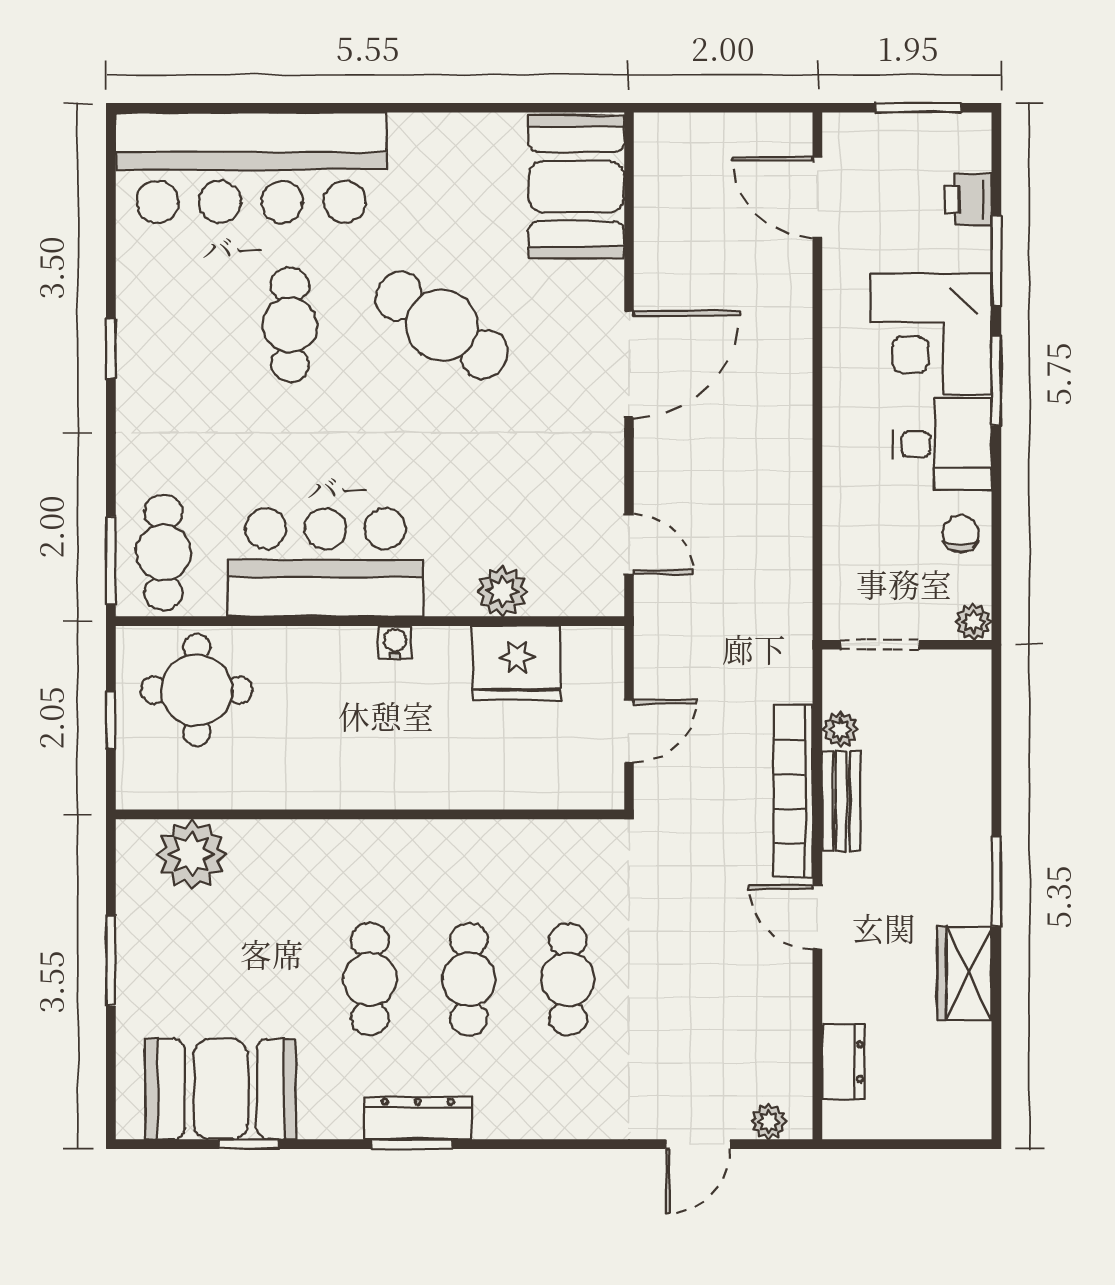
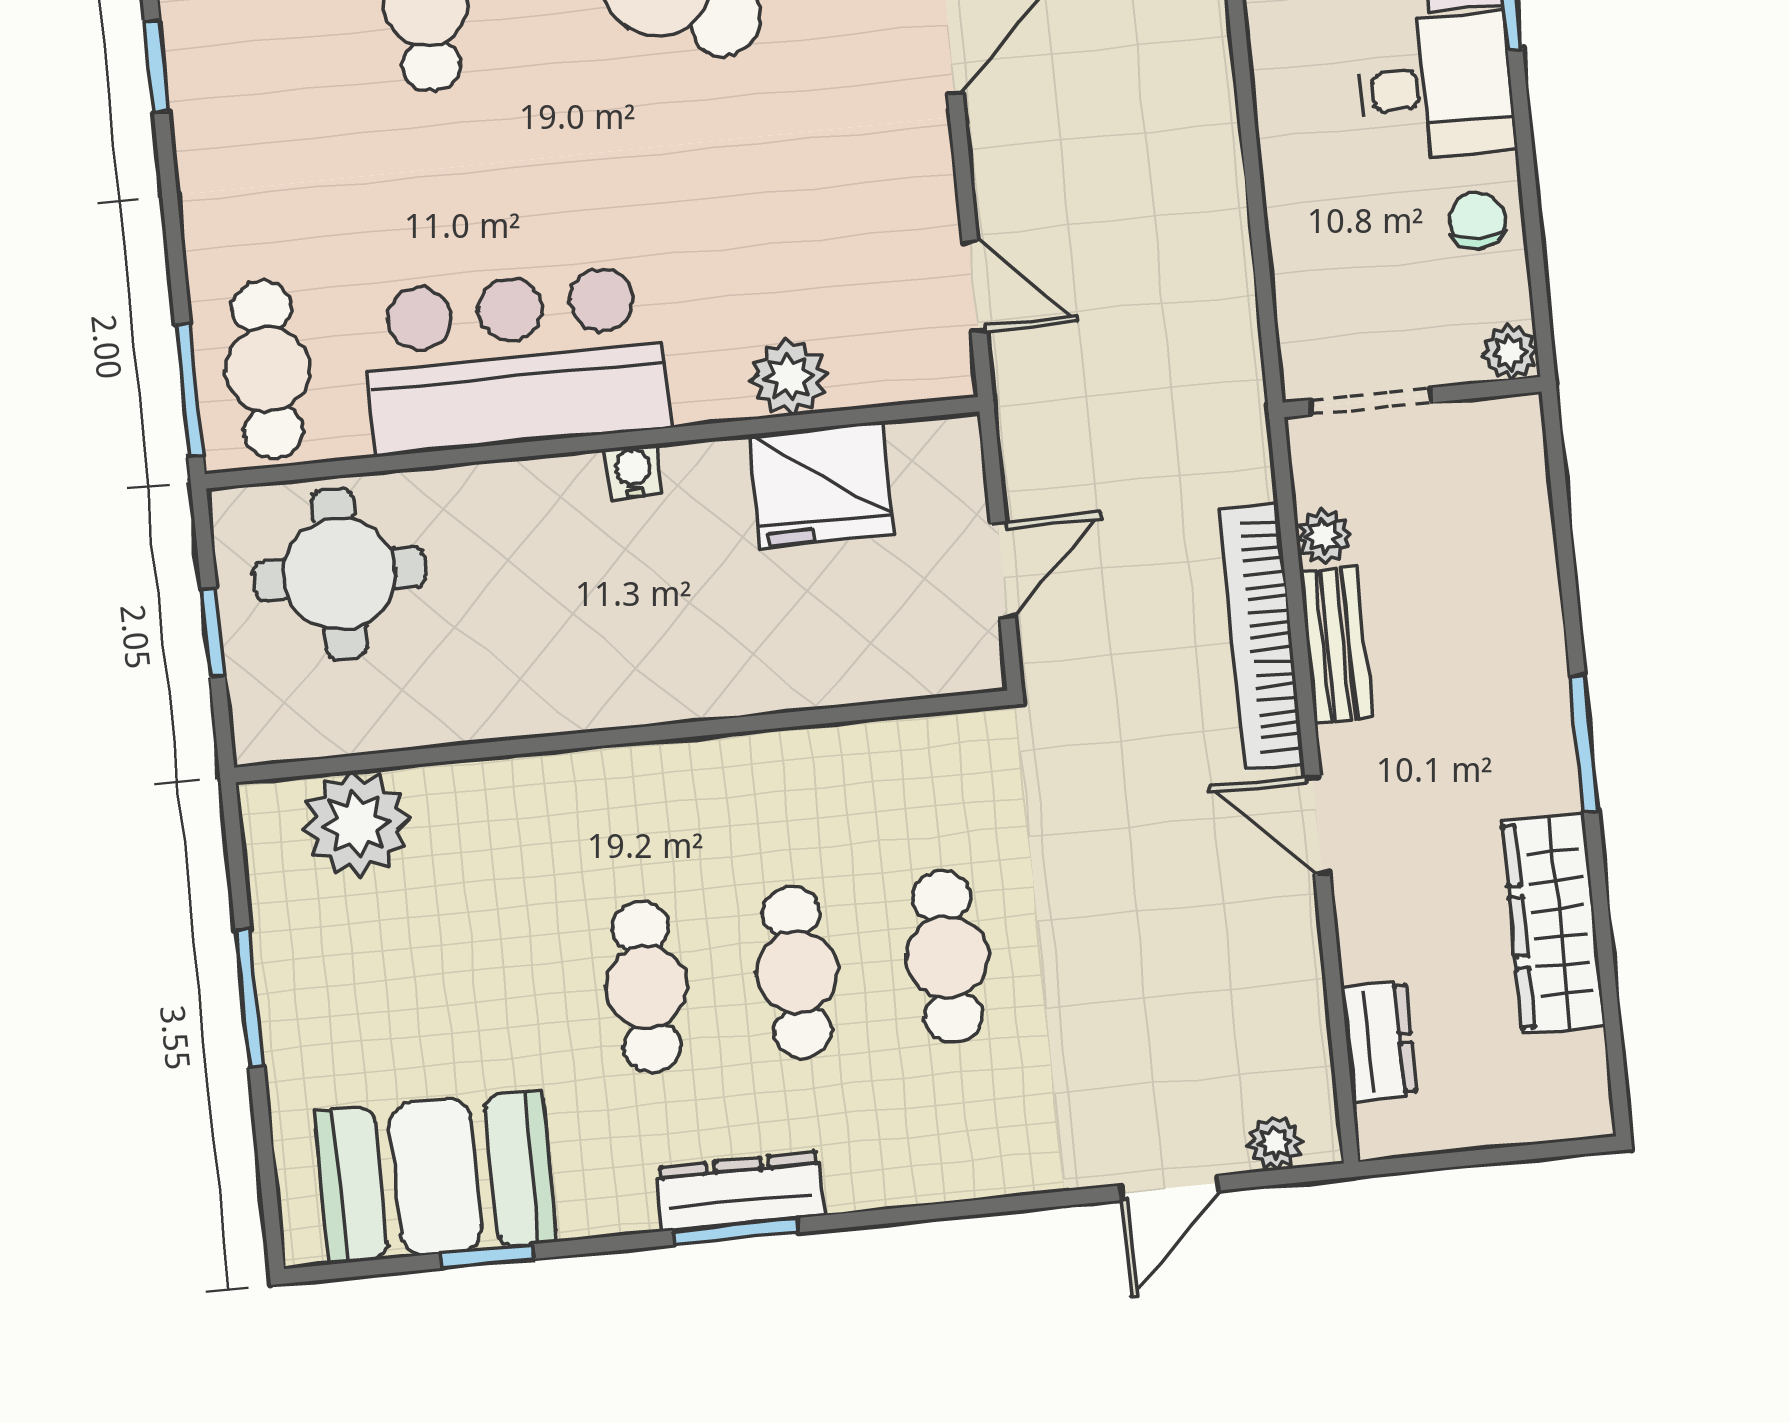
wardrobe: (965, 973) -> (1553, 923), width x1.50

